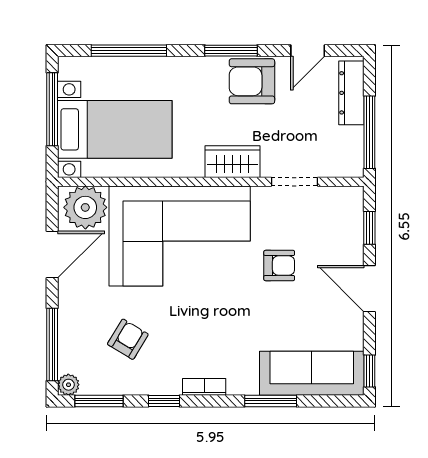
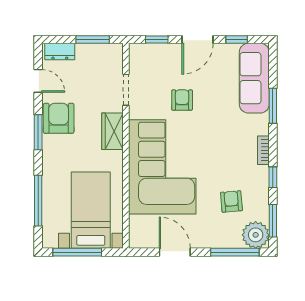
armchair: (252, 81) -> (59, 118), turned 180
dresser: (351, 93) -> (60, 52), width x0.70
window: (369, 132) -> (93, 40), width x0.69
plant: (85, 207) -> (143, 230), removed
armchair: (128, 339) -> (231, 201), turned 54
window: (369, 371) -> (237, 40), moved
plant: (68, 385) -> (256, 235), width x1.87, depth x1.87

